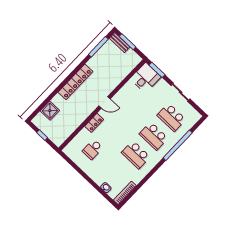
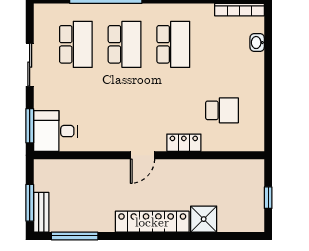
door: (104, 102) -> (142, 155), swing flipped
shower: (50, 111) -> (204, 219), moved

